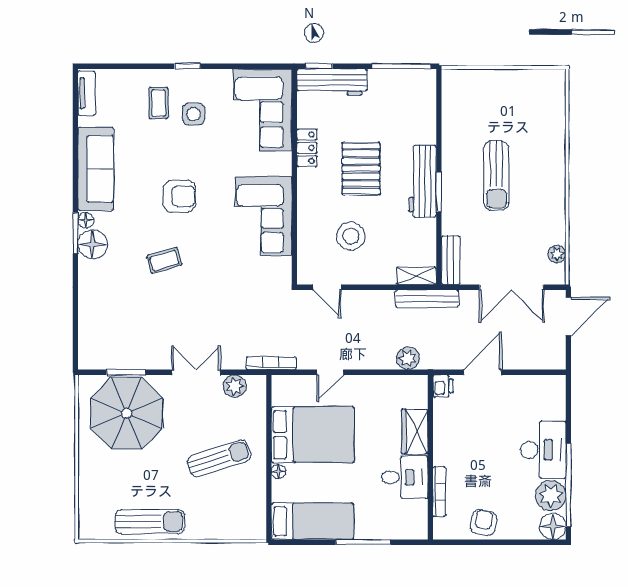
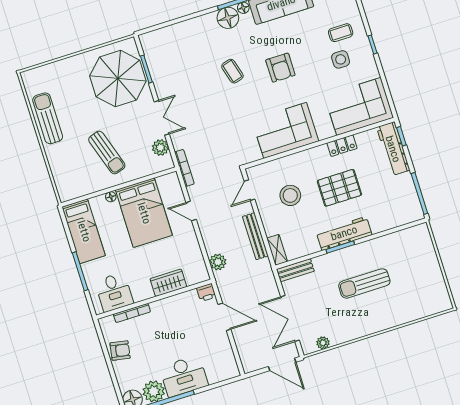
bench: (427, 299) -> (255, 236), moved
desk: (405, 477) -> (114, 292), moved
sun lounger: (150, 522) -> (48, 118), turned 180

